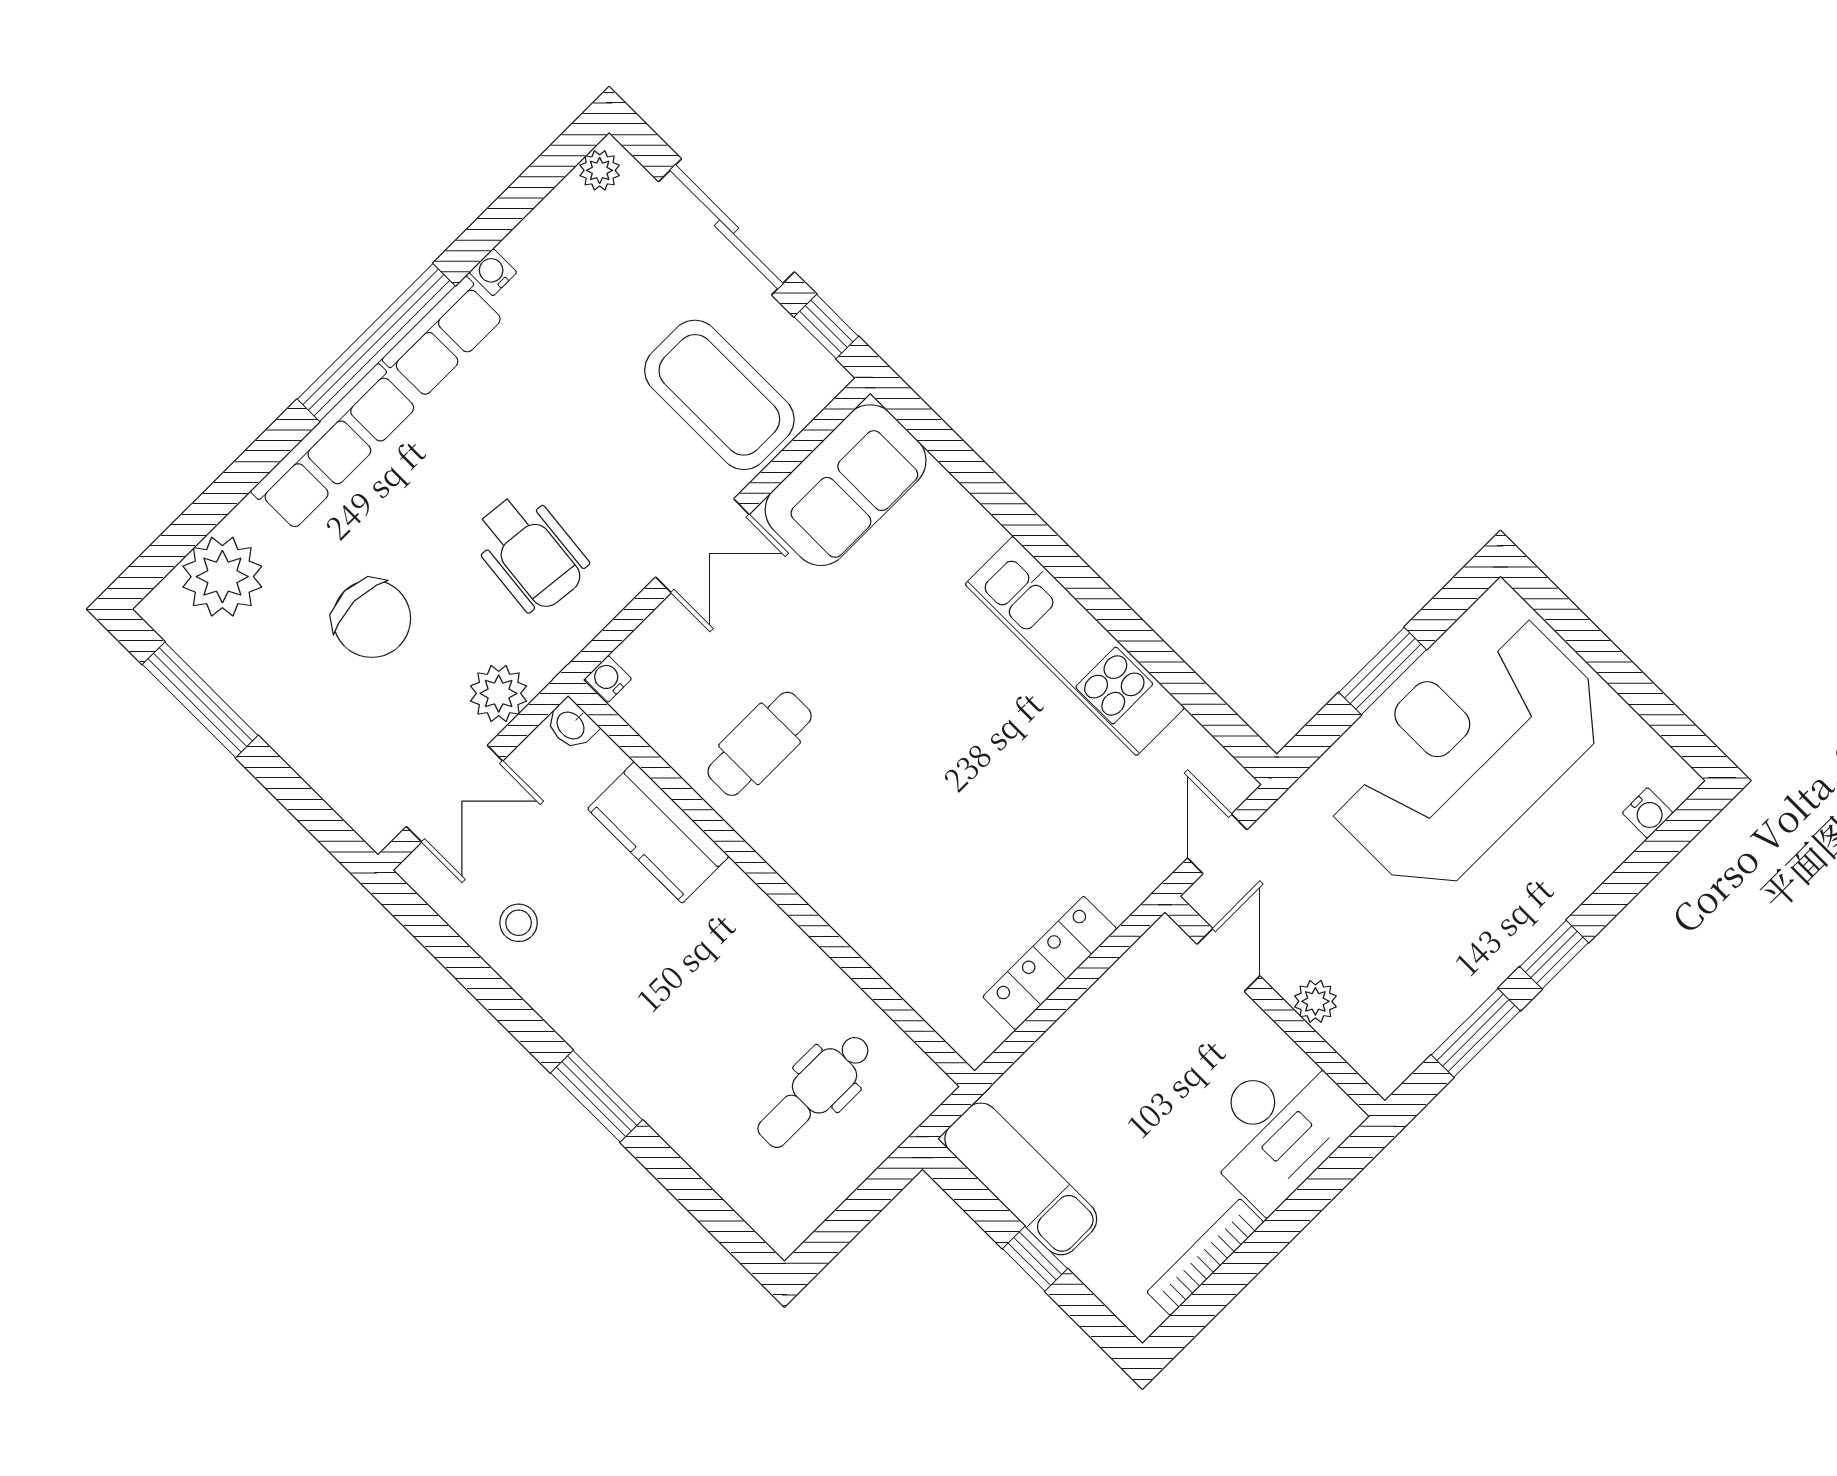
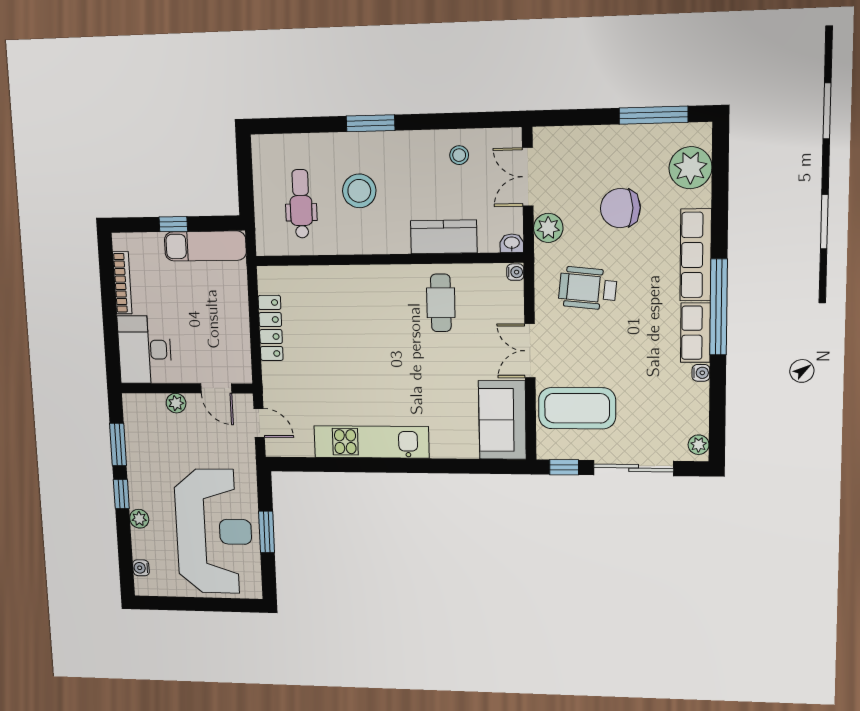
plant: (1567, 889) -> (139, 519), added
stool: (711, 1021) -> (359, 191), added

